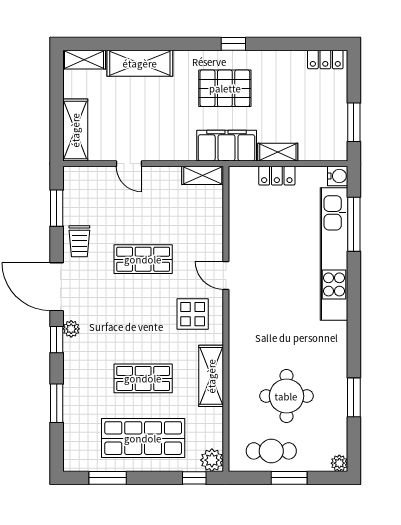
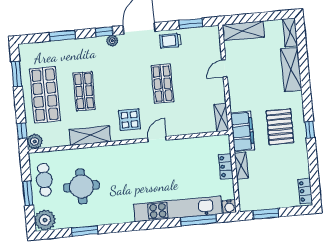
plant: (339, 463) -> (45, 220), width x1.88, depth x1.88

